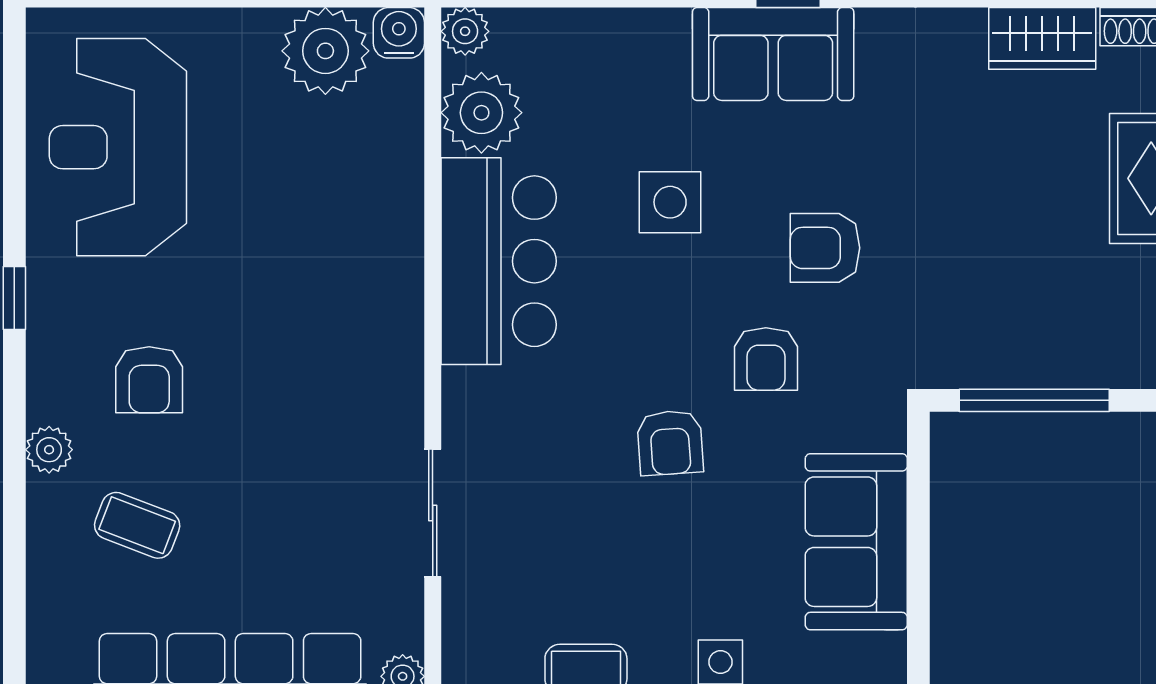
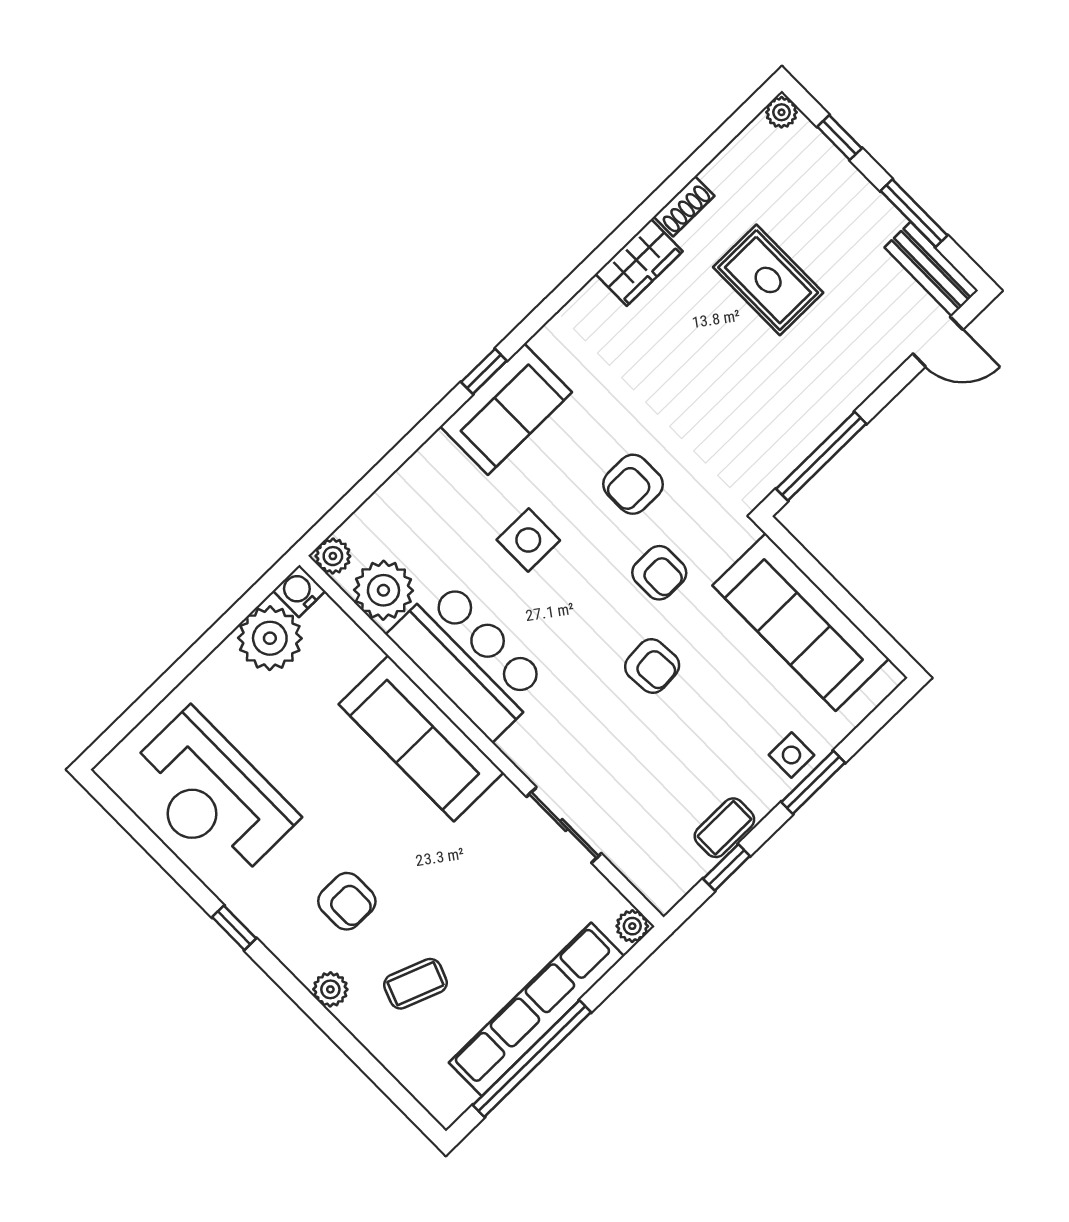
sofa: (377, 292) -> (421, 738), added
sofa: (856, 542) -> (801, 622), width x1.36

